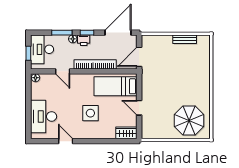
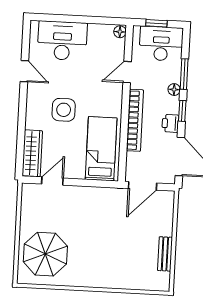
printer: (84, 40) -> (170, 123), moved
door: (139, 57) -> (143, 186), swing flipped
door: (139, 108) -> (52, 181), moved
wardrobe: (126, 133) -> (32, 153), width x1.50
door: (66, 141) -> (24, 71), hinge flipped

